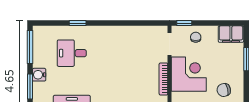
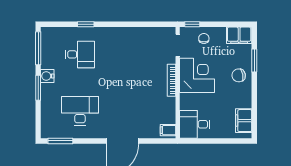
desk: (72, 53) -> (80, 54), turned 180
chair: (224, 90) -> (239, 75), moved

